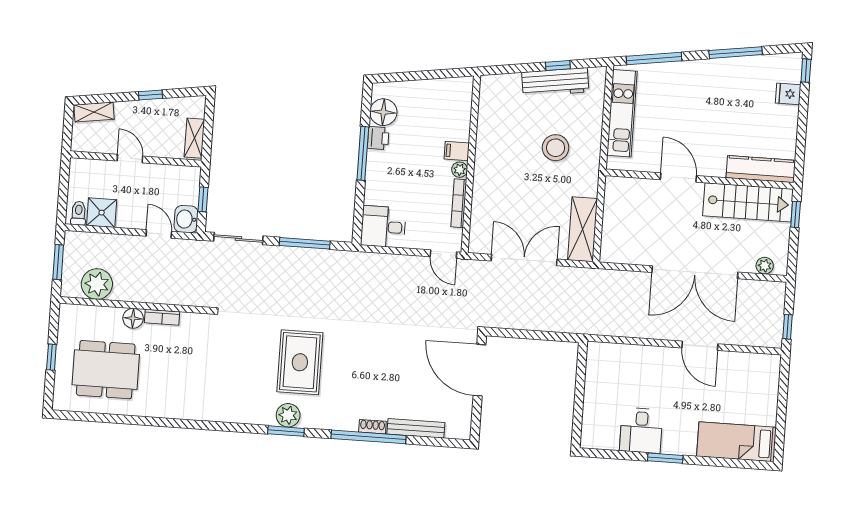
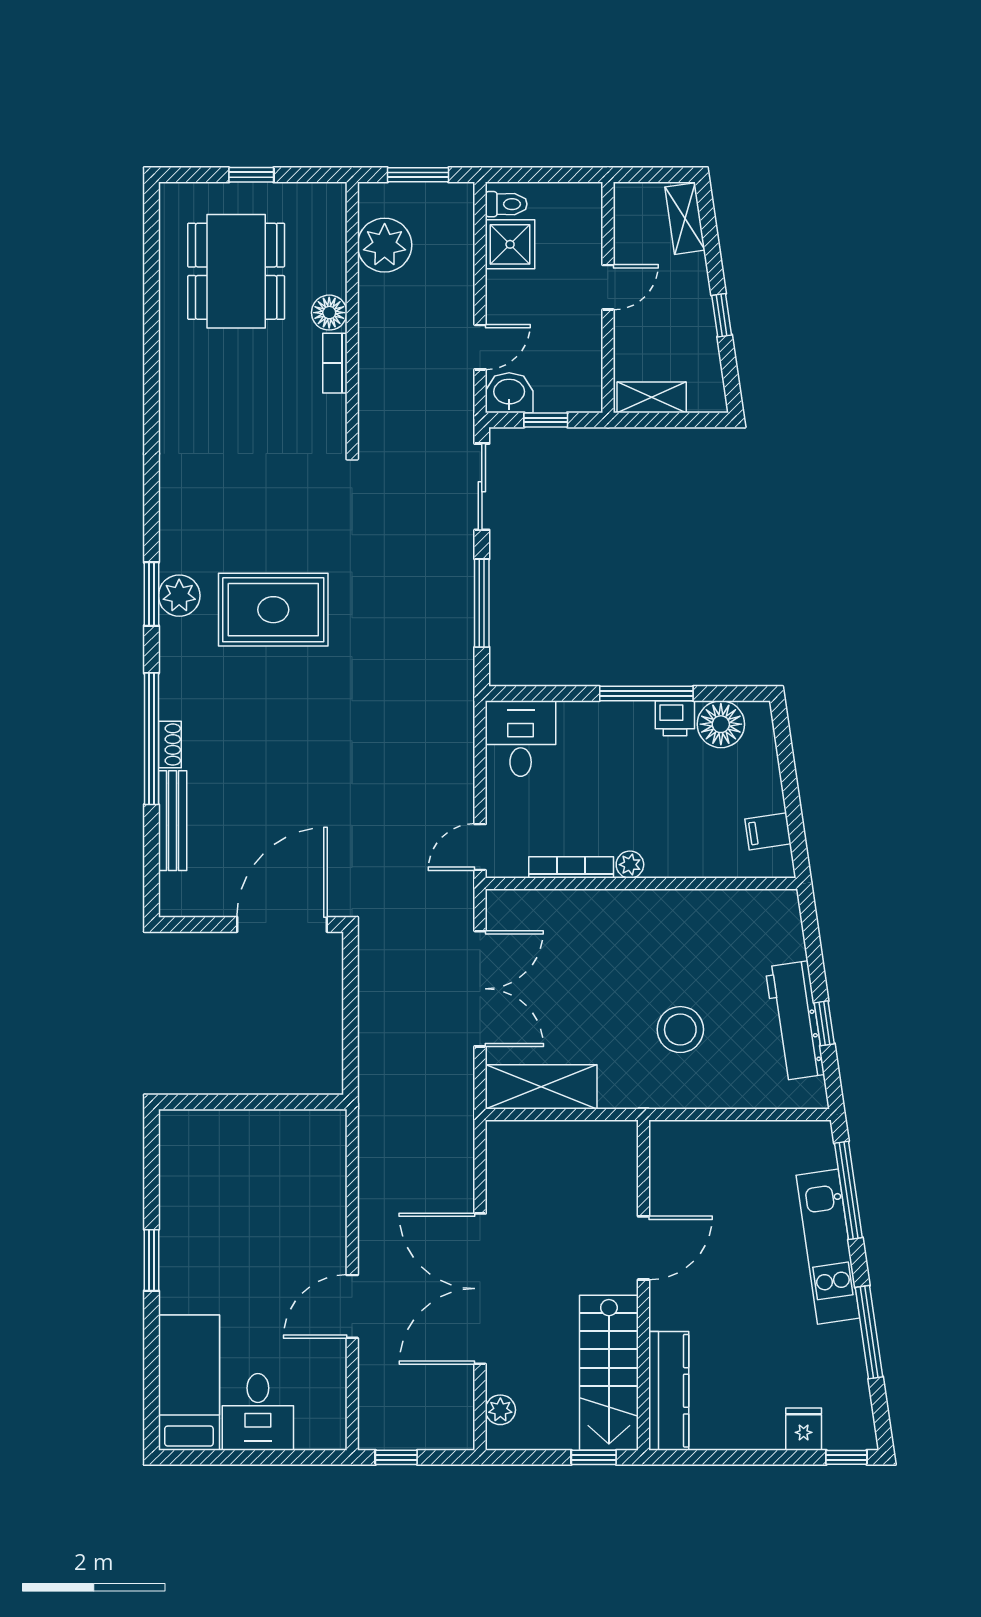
kitchen unit: (622, 113) -> (828, 1247), moved, turned 82
filing cabinet: (457, 151) -> (768, 831), moved, turned -98
desk: (641, 430) -> (258, 1412), moved, turned -90

